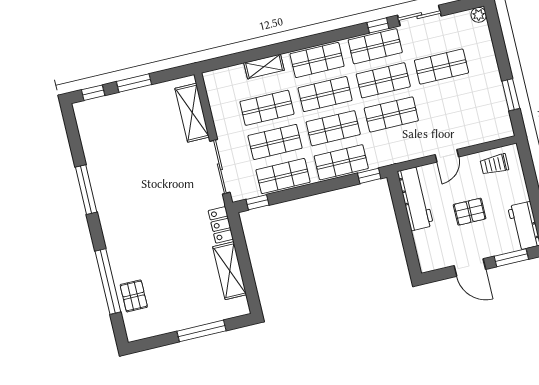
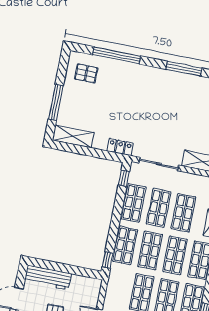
workbench: (415, 198) -> (48, 277), moved
shelving: (230, 271) -> (73, 136), moved
pallet: (134, 296) -> (86, 73), moved

